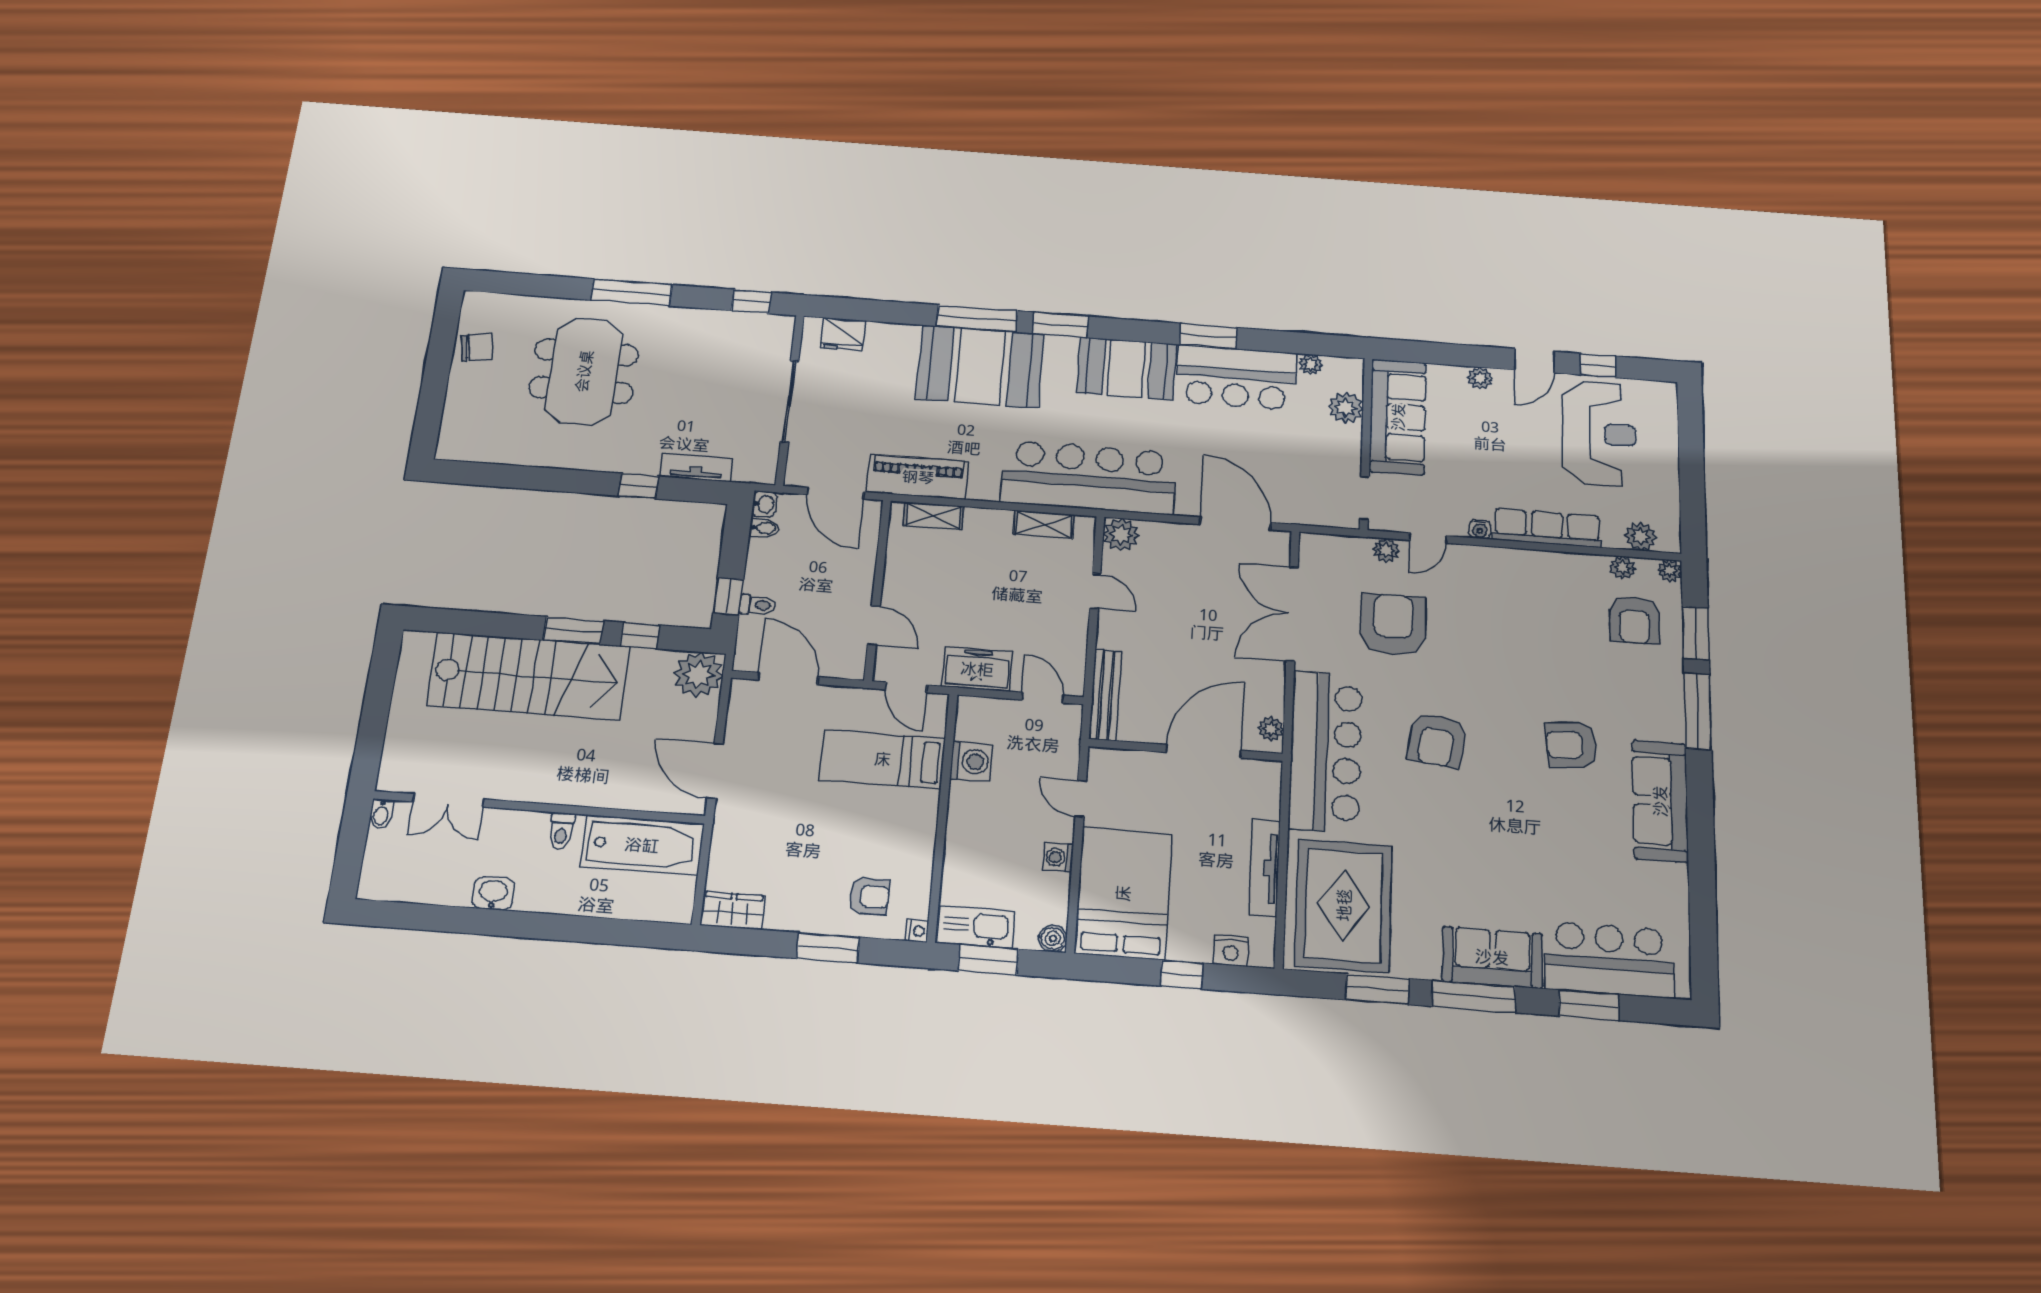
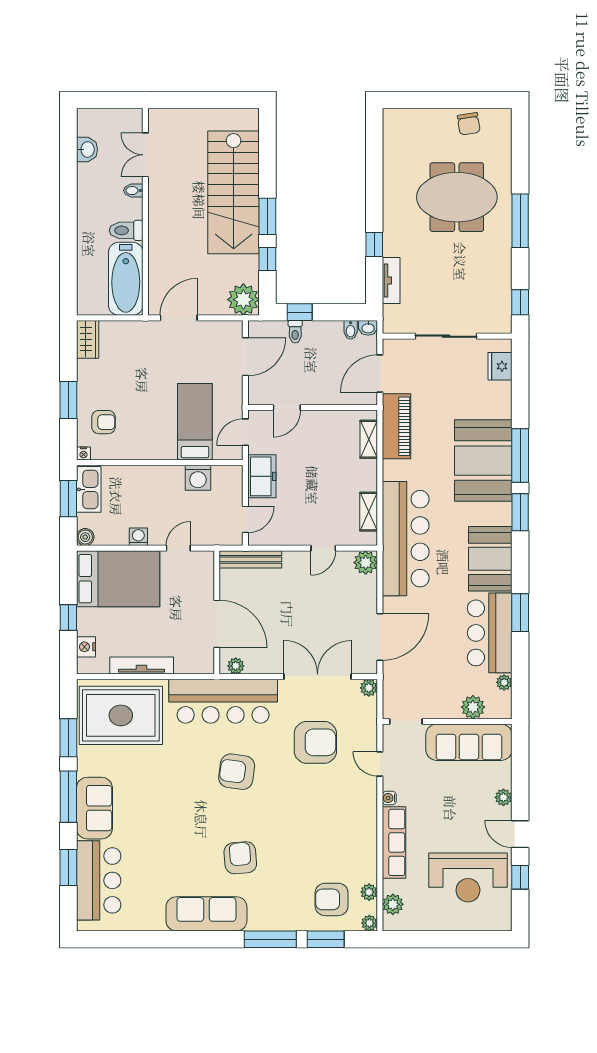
plant: (1386, 550) -> (369, 688), moved
bidet: (381, 814) -> (133, 191), moved
toilet: (561, 831) -> (126, 230), width x1.37, depth x1.39
washbasin: (493, 893) -> (87, 149), moved
armchair: (869, 896) -> (103, 422), turned -90

